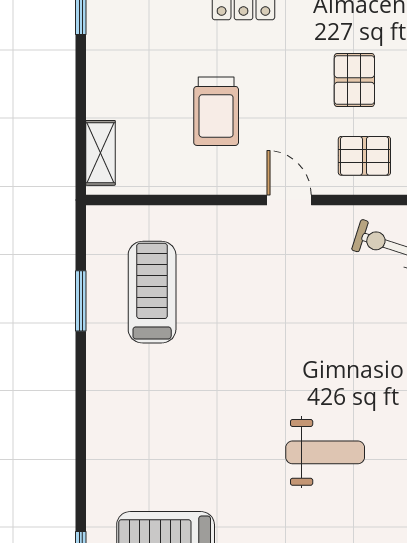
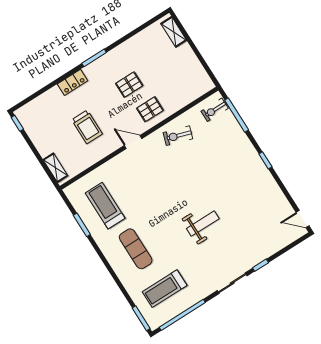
pallet: (354, 80) -> (129, 85), turned 90
exercise mat: (158, 417) -> (136, 249), added

